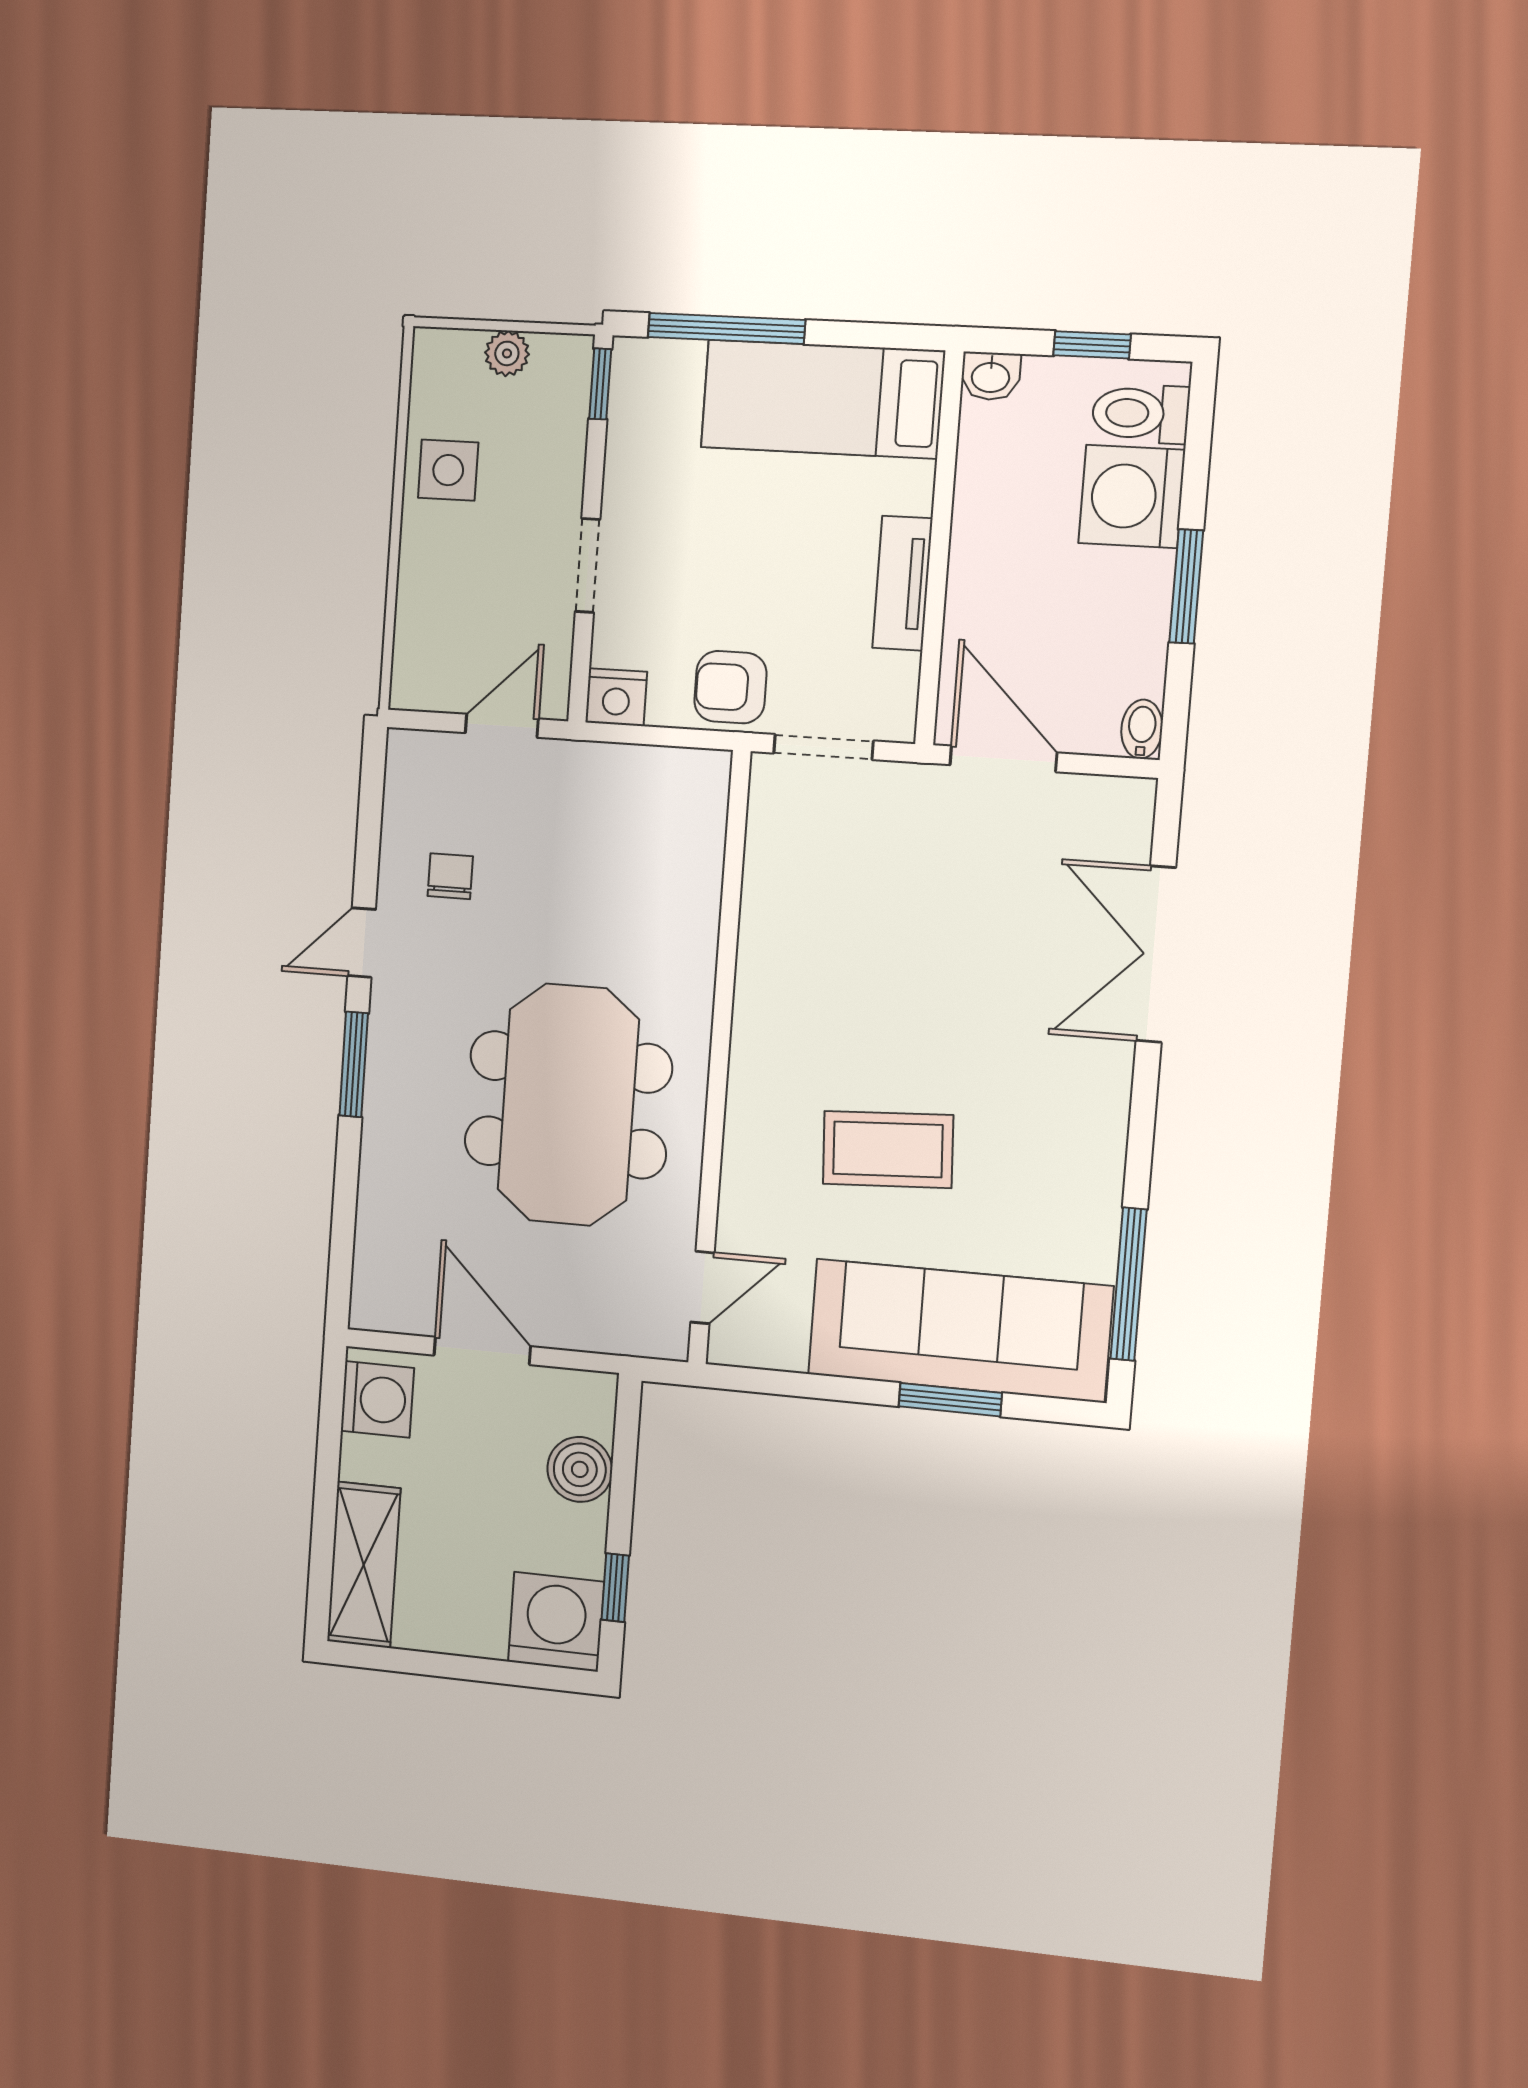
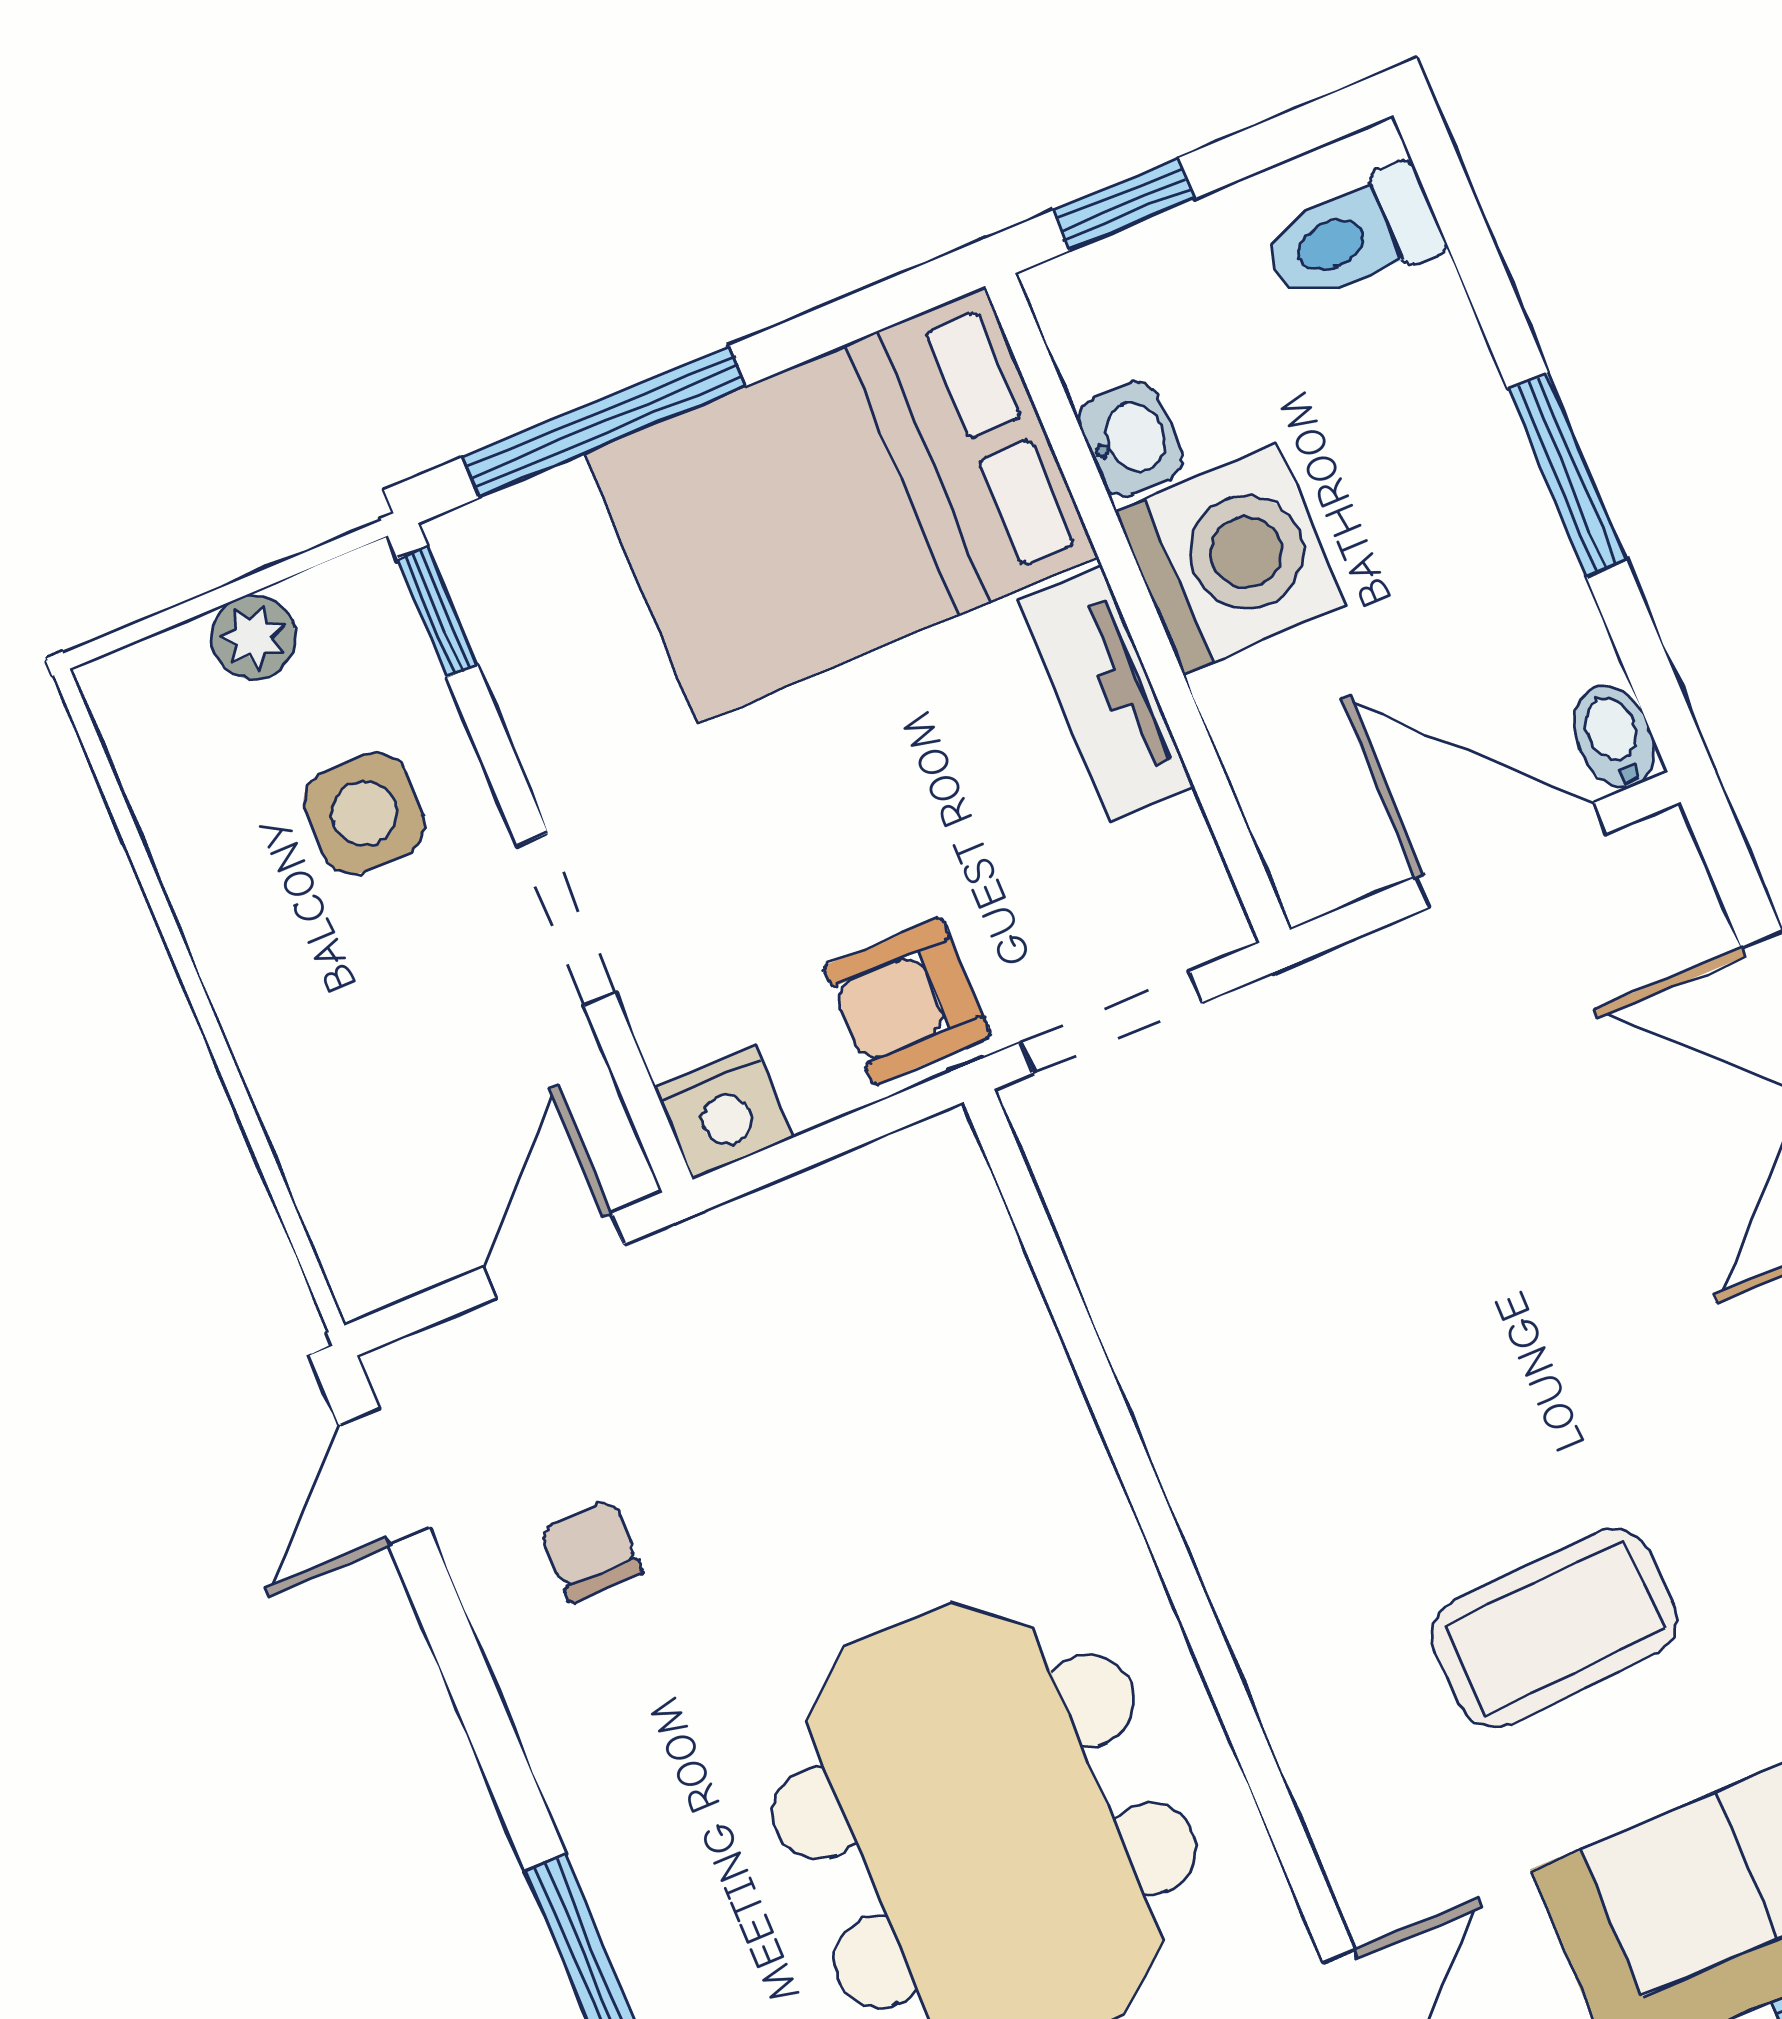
window: (1092, 345) -> (1123, 204), moved
washbasin: (991, 376) -> (1130, 439), moved, turned -90
bed: (823, 399) -> (841, 505), width x1.50
side table: (448, 470) -> (364, 813), moved
washing machine: (1132, 496) -> (1230, 559), moved, turned 180
door: (1003, 759) -> (1511, 855), moved
door: (362, 943) -> (384, 1477), moved

